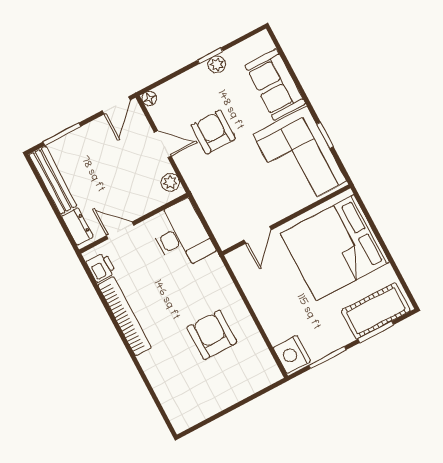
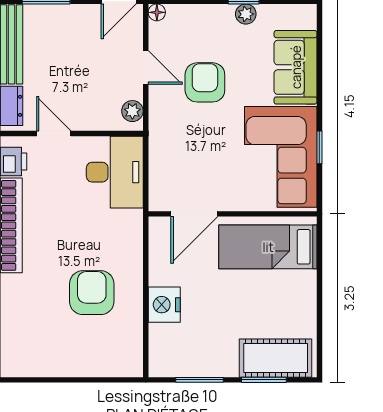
door: (258, 235) -> (194, 214), width x1.38
bed: (335, 248) -> (268, 247), width x0.49
nightstand: (292, 354) -> (164, 305), moved

